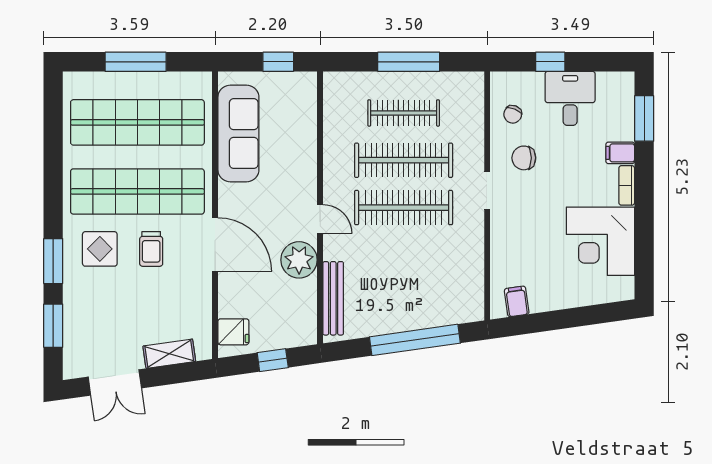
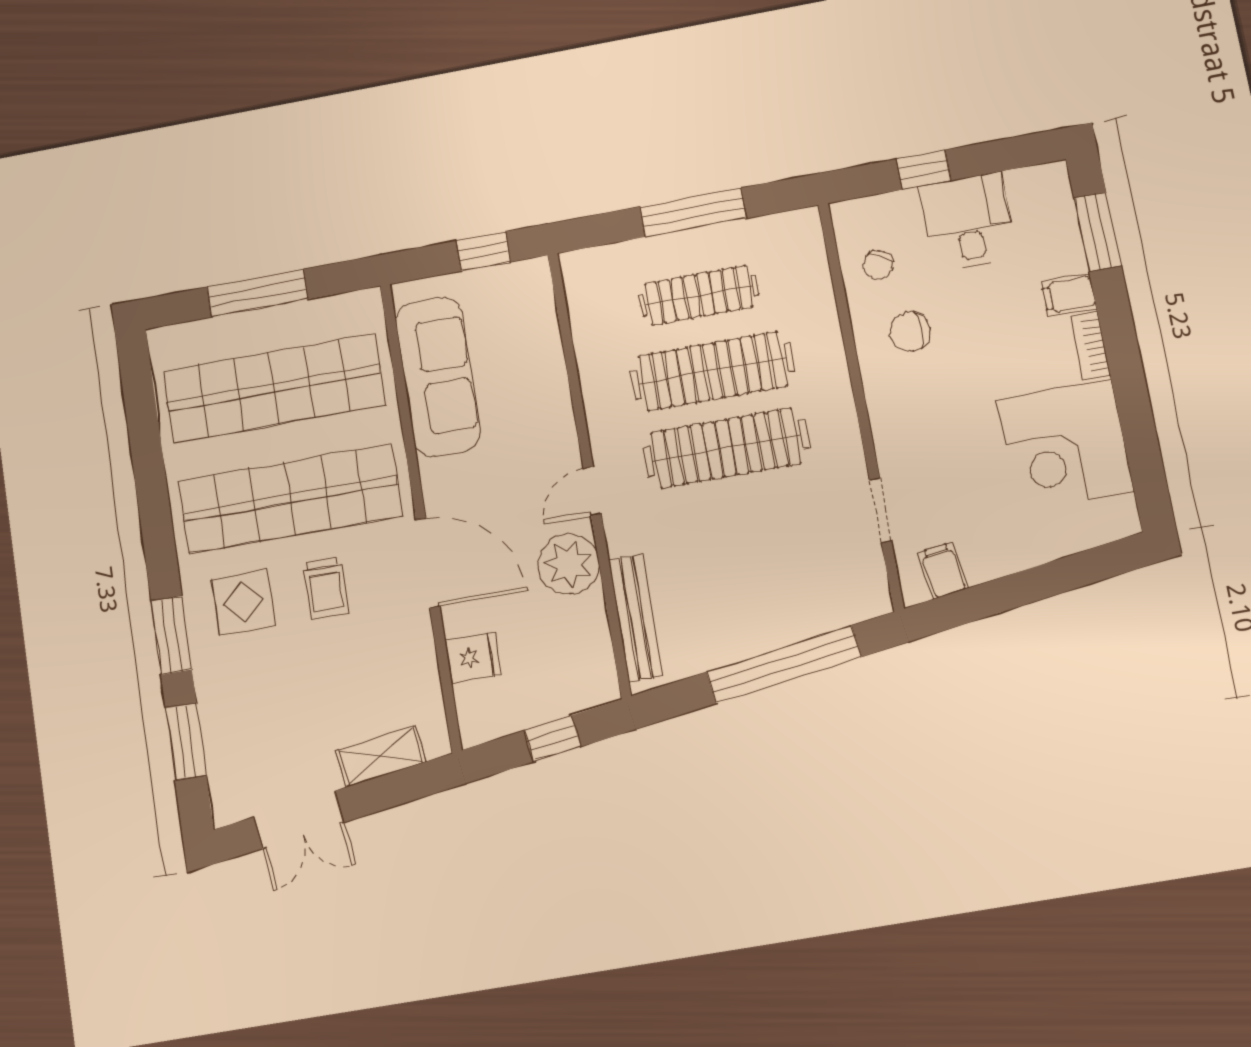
doorway: (487, 191) -> (880, 510), moved
door: (320, 219) -> (592, 491), swing flipped
fridge: (233, 332) -> (473, 657), moved

